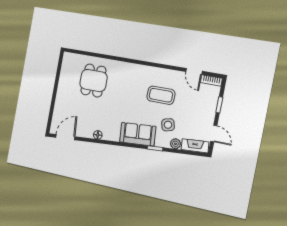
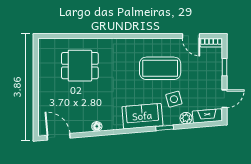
dining table: (93, 81) -> (80, 66), turned 90
coffee table: (161, 95) -> (160, 68), width x1.36, depth x1.32
door: (214, 133) -> (224, 99), hinge flipped
door: (65, 137) -> (59, 137), hinge flipped

